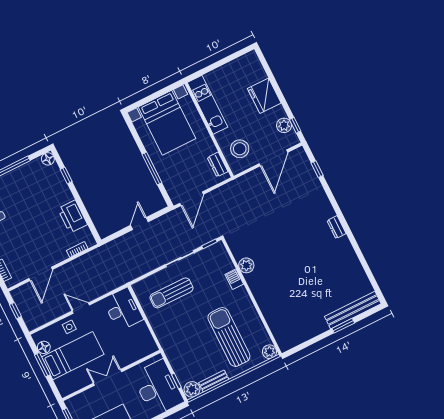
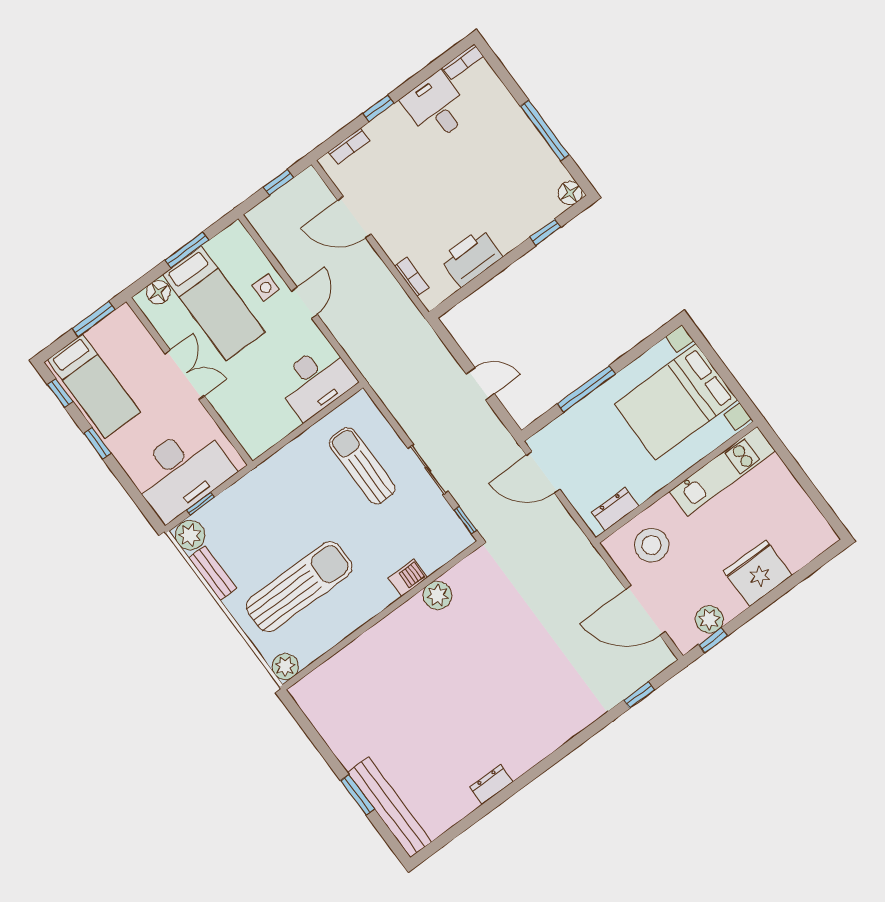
dresser: (336, 227) -> (491, 784), moved
floor lamp: (44, 347) -> (158, 292), moved

